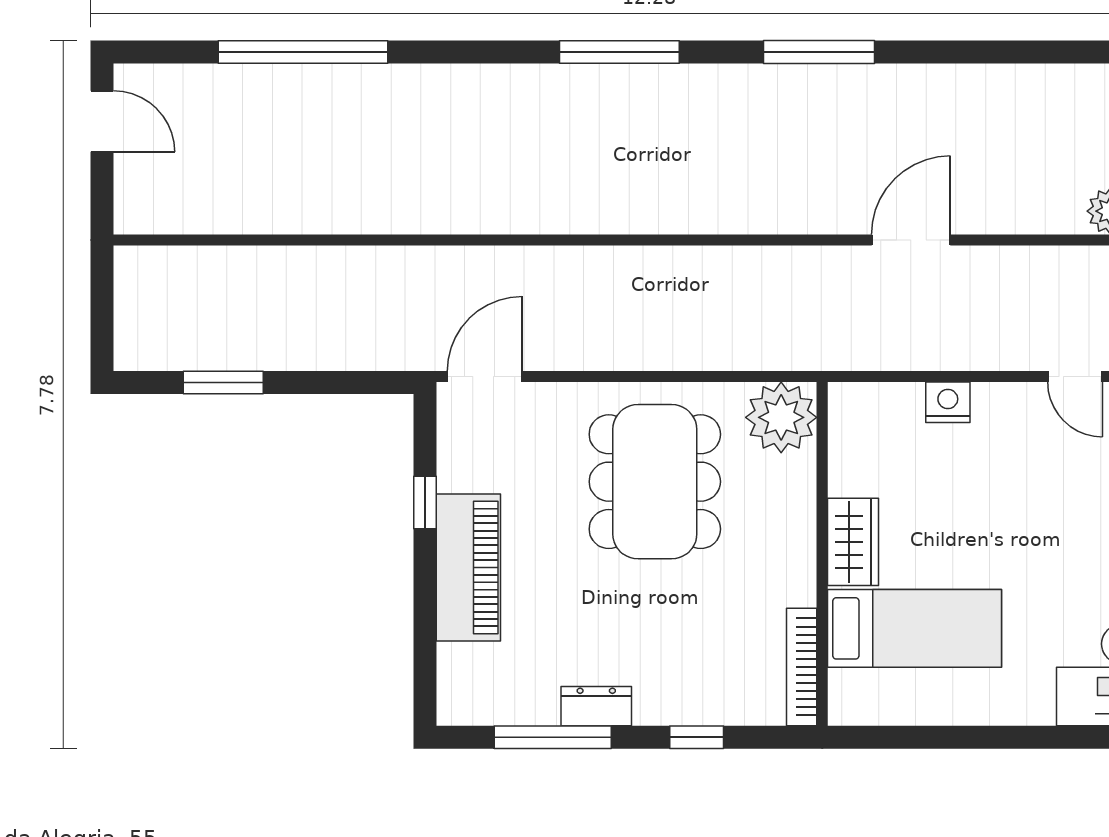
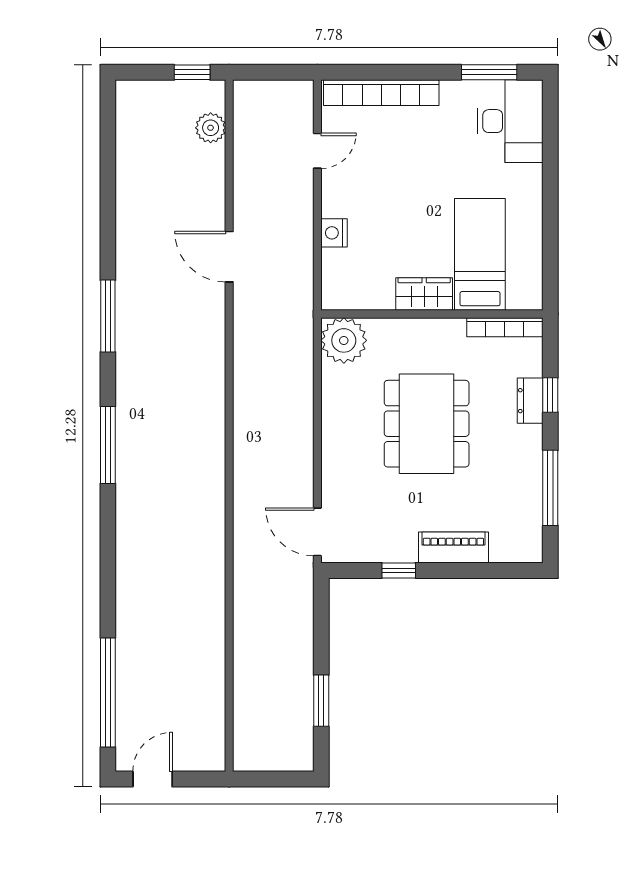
window: (303, 52) -> (108, 693), moved
dining table: (655, 482) -> (427, 424), moved, turned 90
piano: (468, 567) -> (453, 548), width x0.73, depth x0.75
dresser: (596, 706) -> (530, 401), moved

